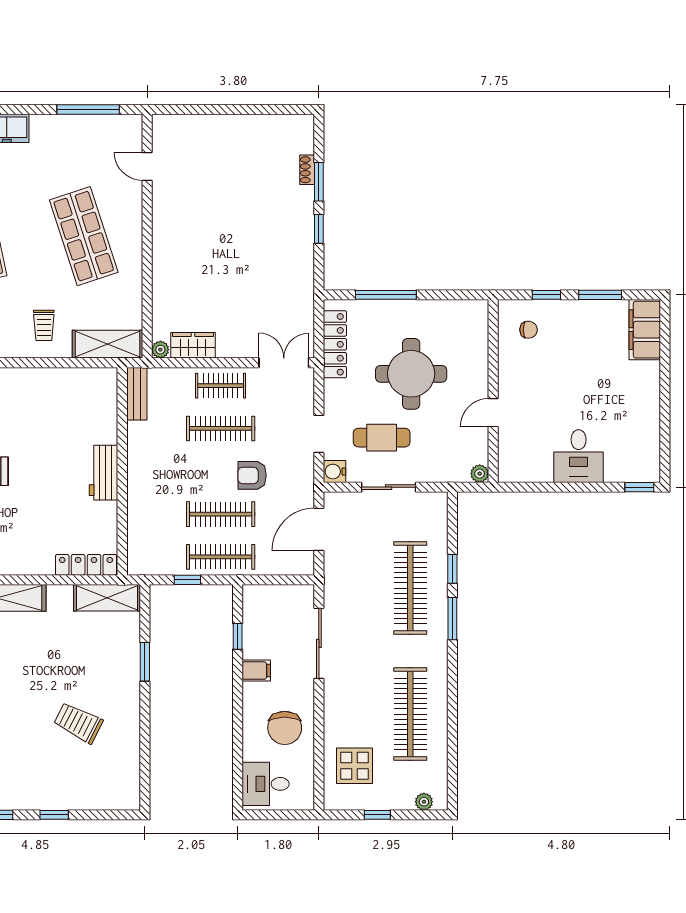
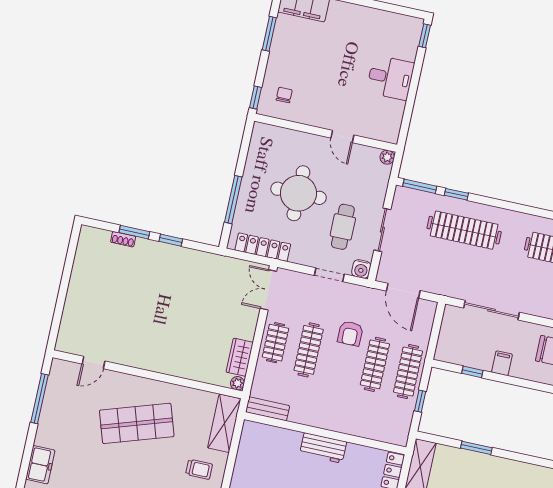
window: (546, 295) -> (255, 97), moved
window: (452, 619) -> (420, 186), moved

